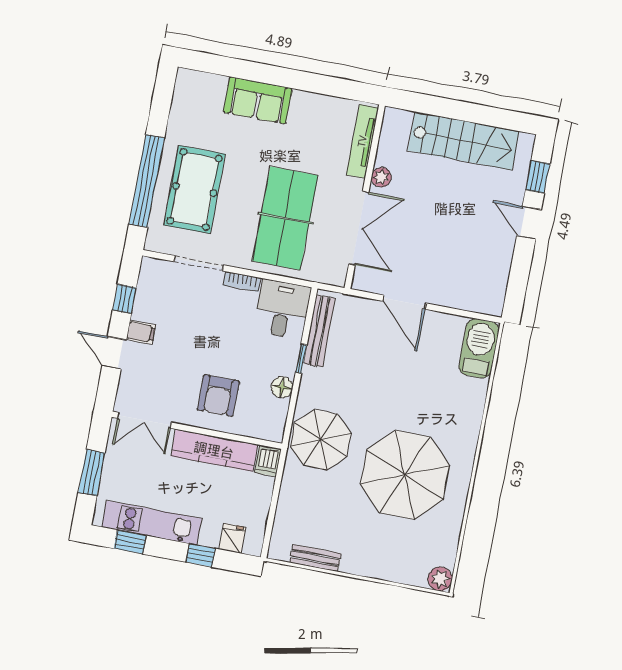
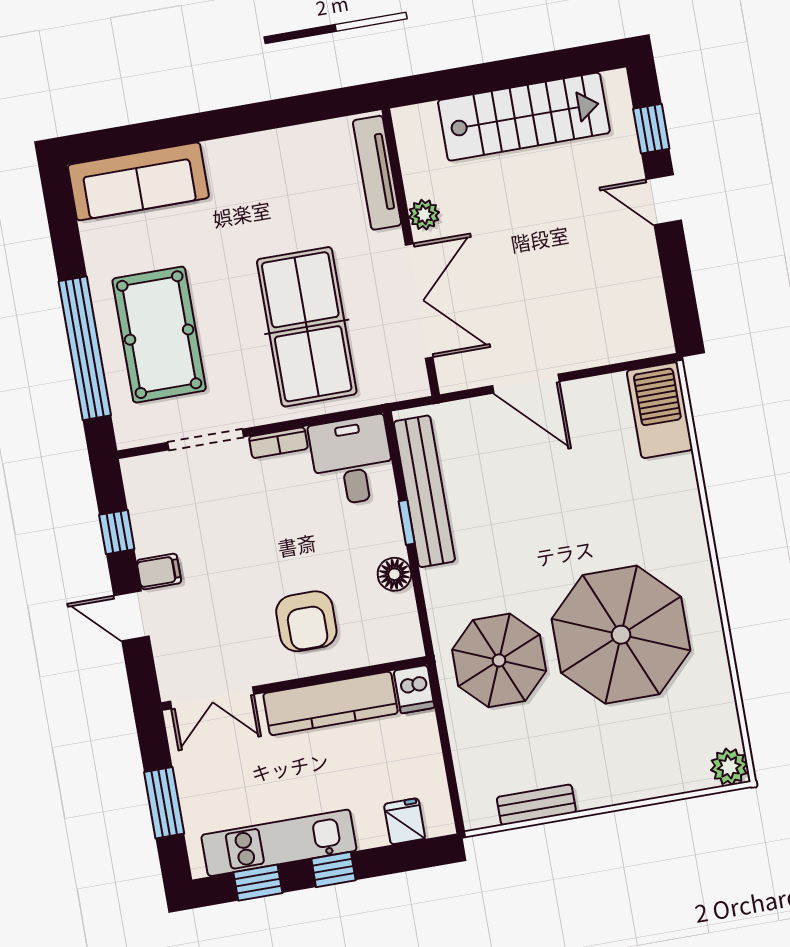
sofa: (258, 100) -> (138, 181), moved, width x1.36
bench: (319, 331) -> (424, 491), width x1.37, depth x1.21
parasol: (321, 440) -> (499, 660), moved
window: (201, 555) -> (333, 869), moved

